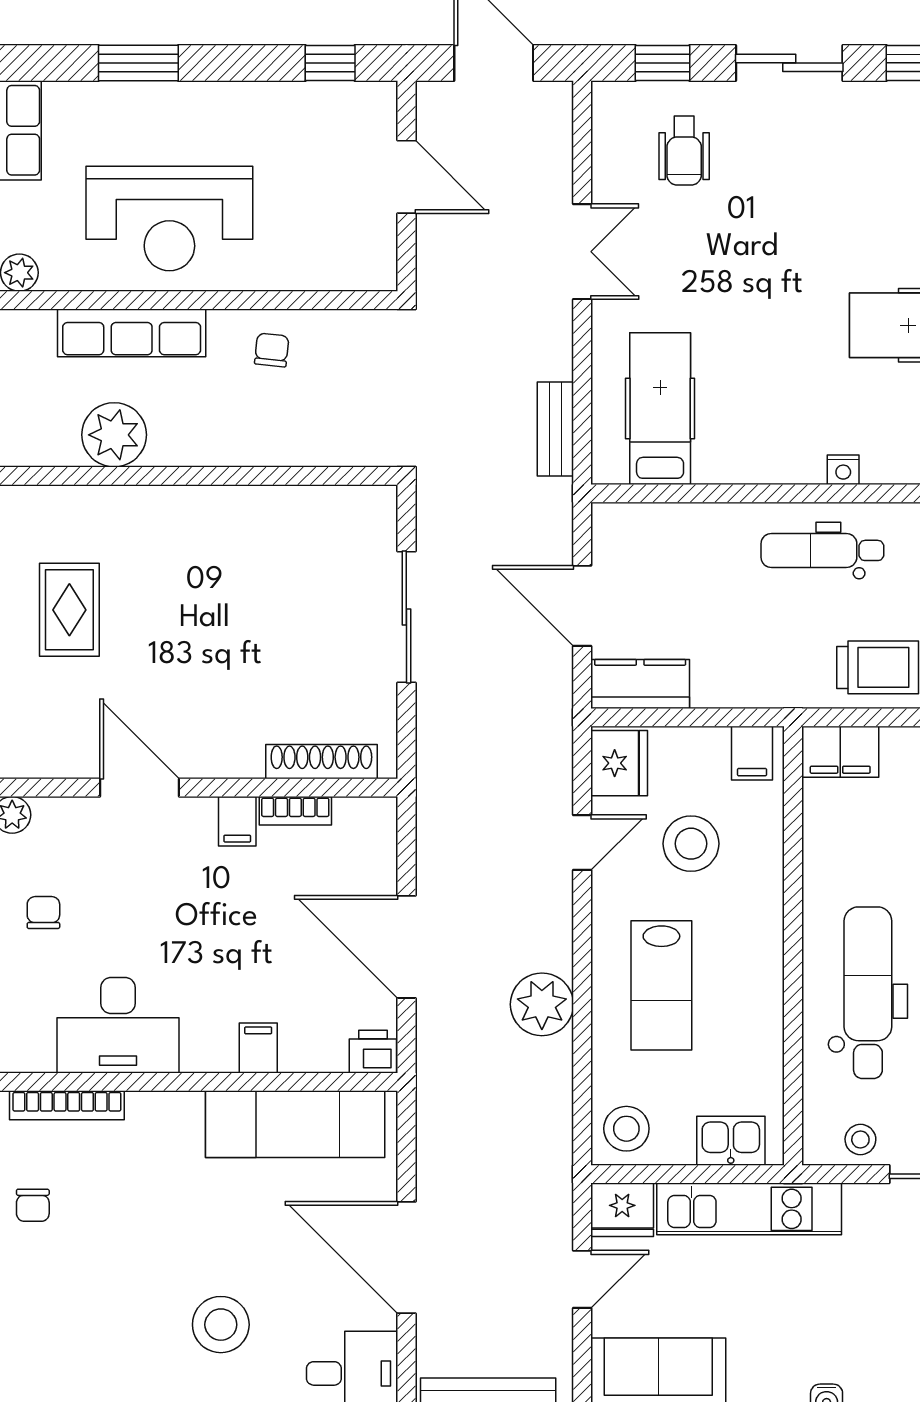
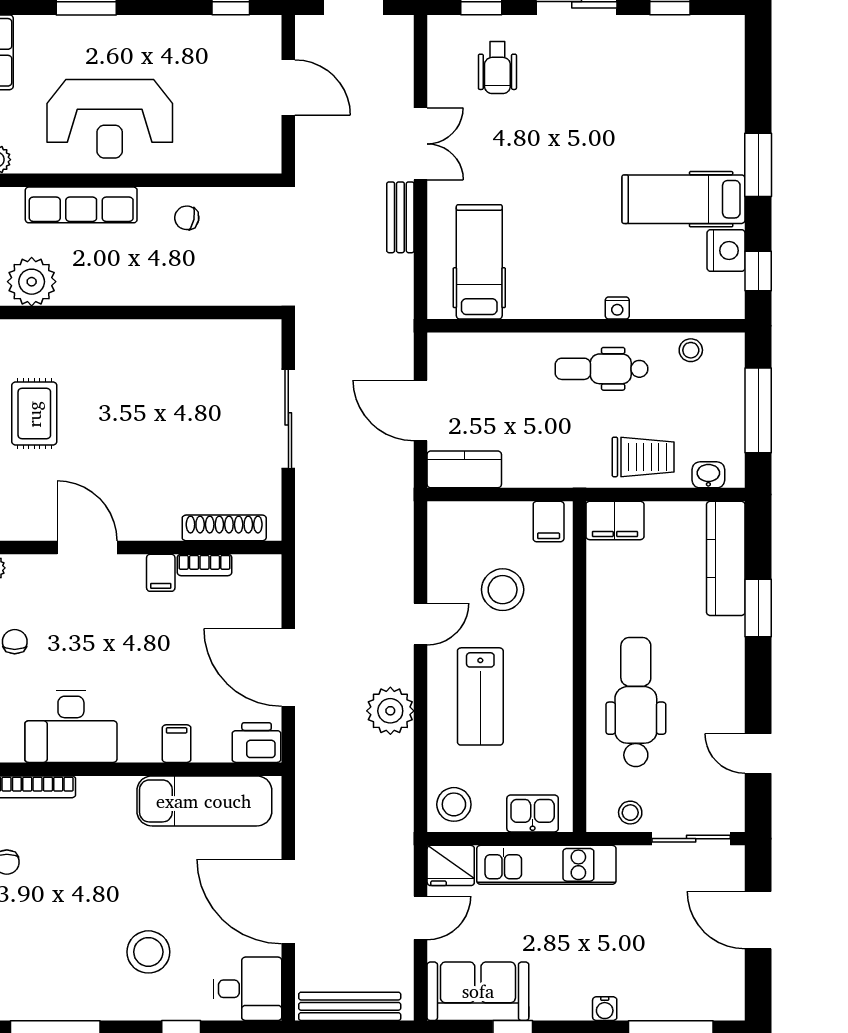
chair: (272, 350) -> (187, 218), turned -84
bench: (555, 429) -> (400, 217), moved
plant: (114, 435) -> (32, 282), moved
fridge: (619, 763) -> (448, 529), removed
door: (582, 843) -> (421, 624), moved
printer: (373, 1052) -> (257, 743), width x1.36, depth x1.24

